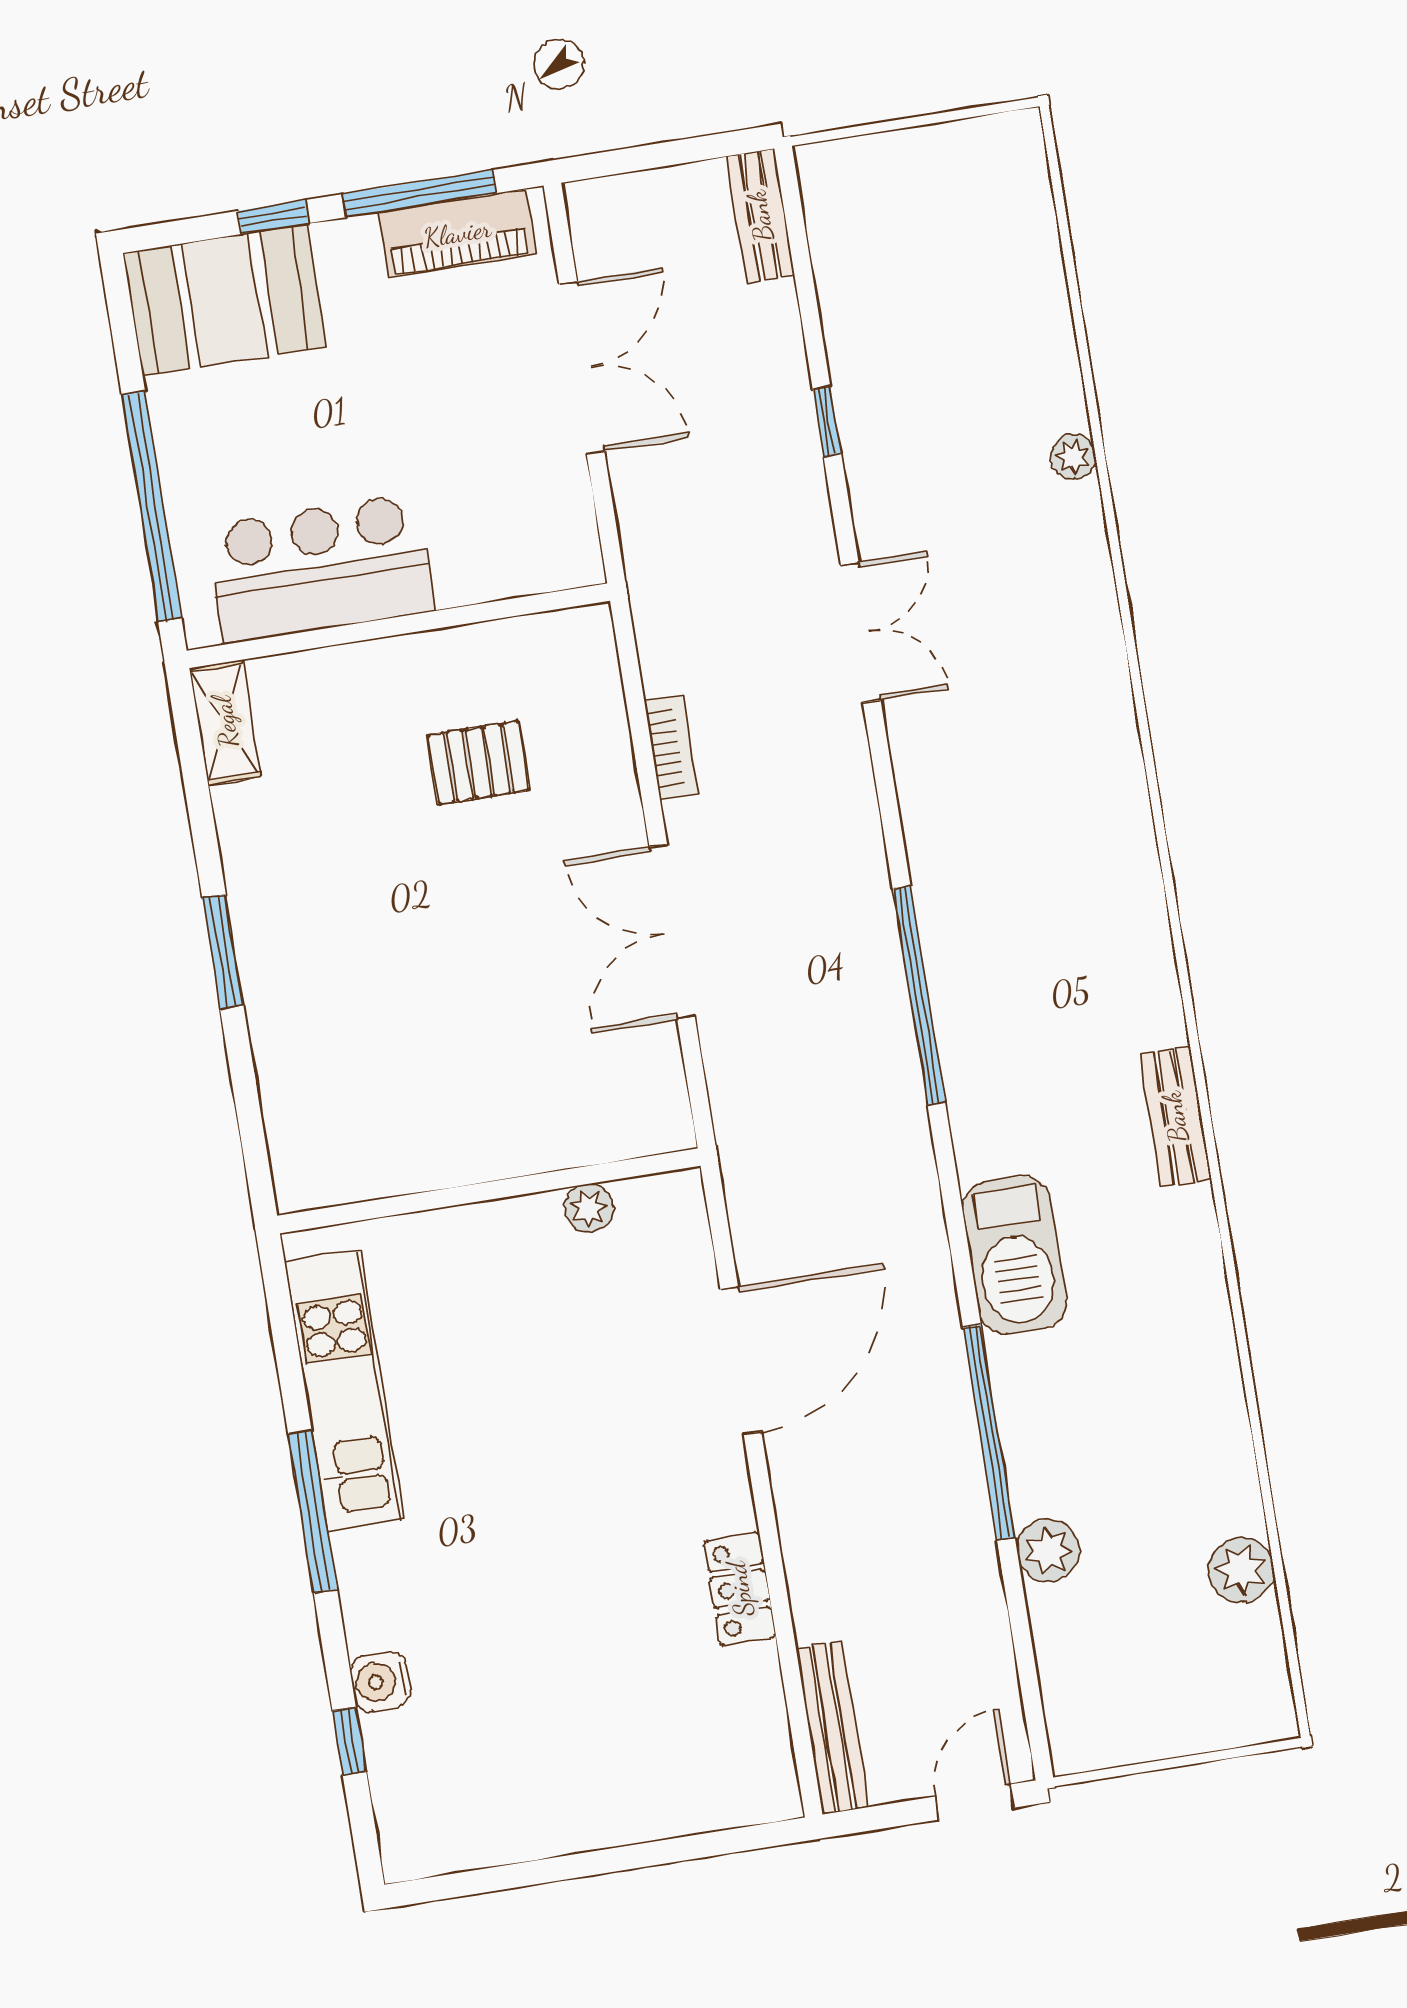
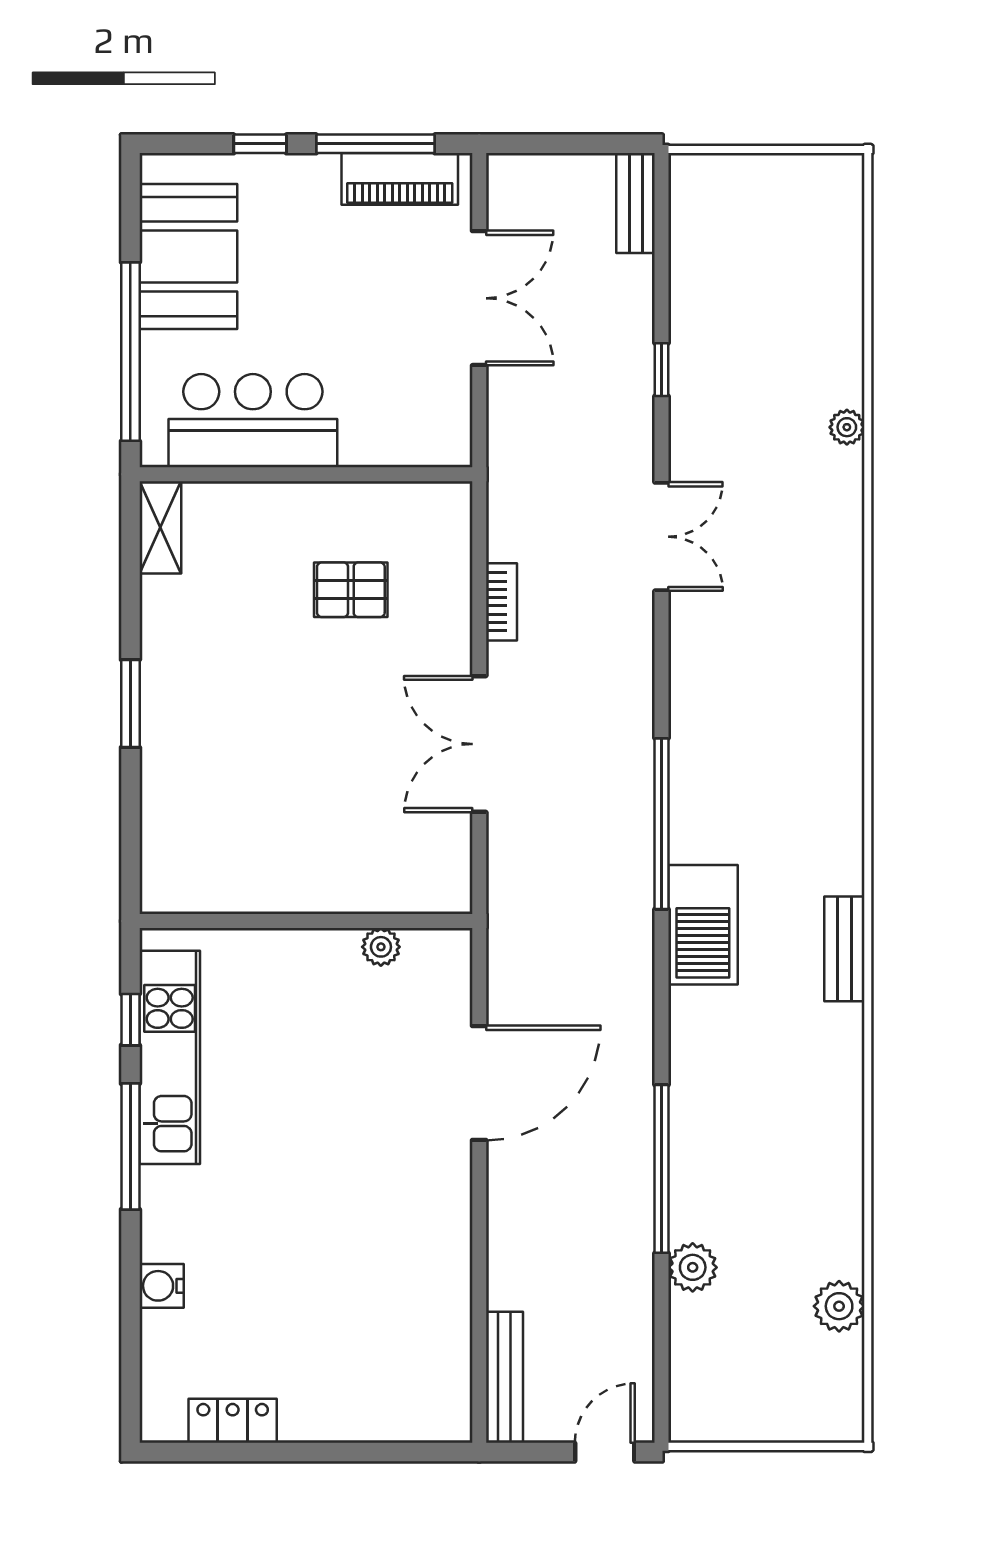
booth: (225, 300) -> (188, 256), moved, turned 90
barbecue: (1014, 1255) -> (703, 925), moved
locker: (740, 1589) -> (233, 1421), moved, turned 90
window: (349, 1741) -> (130, 1020), moved

